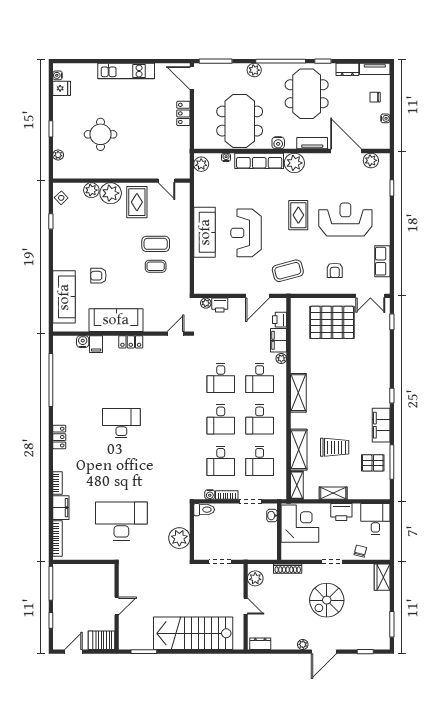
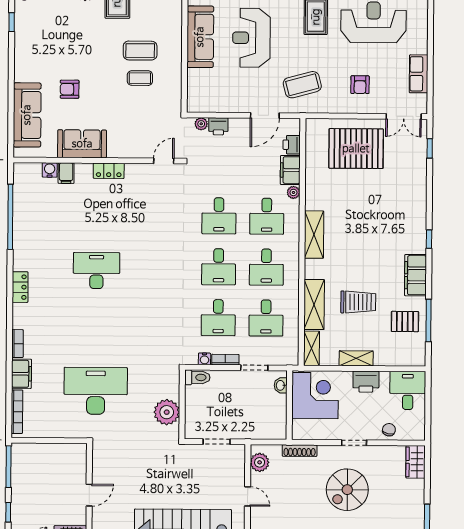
sofa: (116, 320) -> (82, 144), width x0.73

